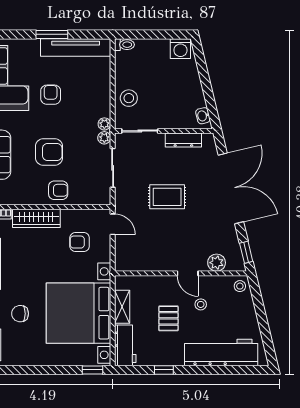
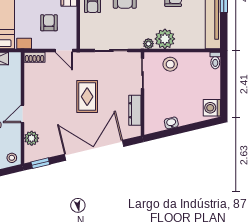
washbasin: (203, 116) -> (171, 123), moved
plant: (104, 138) -> (165, 39), moved, width x1.88, depth x1.88
double door: (231, 188) -> (94, 150), swing flipped
door: (113, 224) -> (64, 51), hinge flipped
shoe rack: (121, 259) -> (34, 57), added

